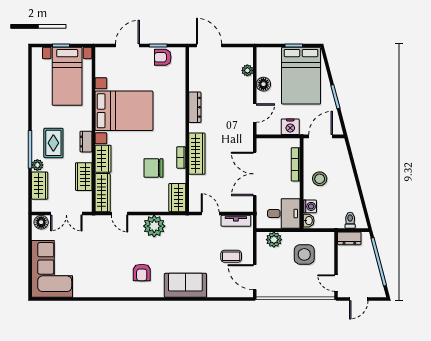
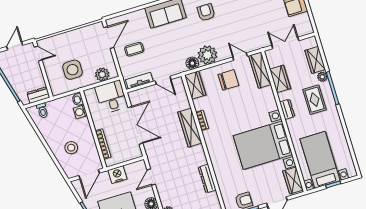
dresser: (195, 107) -> (207, 179), moved
wardrobe: (103, 159) -> (293, 181), moved
chair: (153, 168) -> (228, 80), moved
stool: (320, 179) -> (71, 148), moved
desk: (284, 213) -> (111, 97), moved, turned 90
floor lamp: (41, 222) -> (192, 63), moved
door: (255, 277) -> (109, 38), hinge flipped

